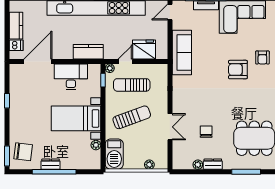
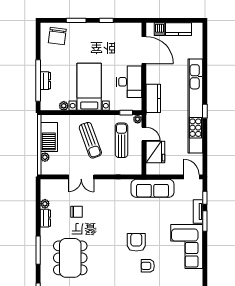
barbecue: (114, 154) -> (49, 137), moved, turned -90
window: (7, 156) -> (76, 20), moved
dresser: (51, 164) -> (45, 81), moved
window: (54, 172) -> (38, 80), moved

